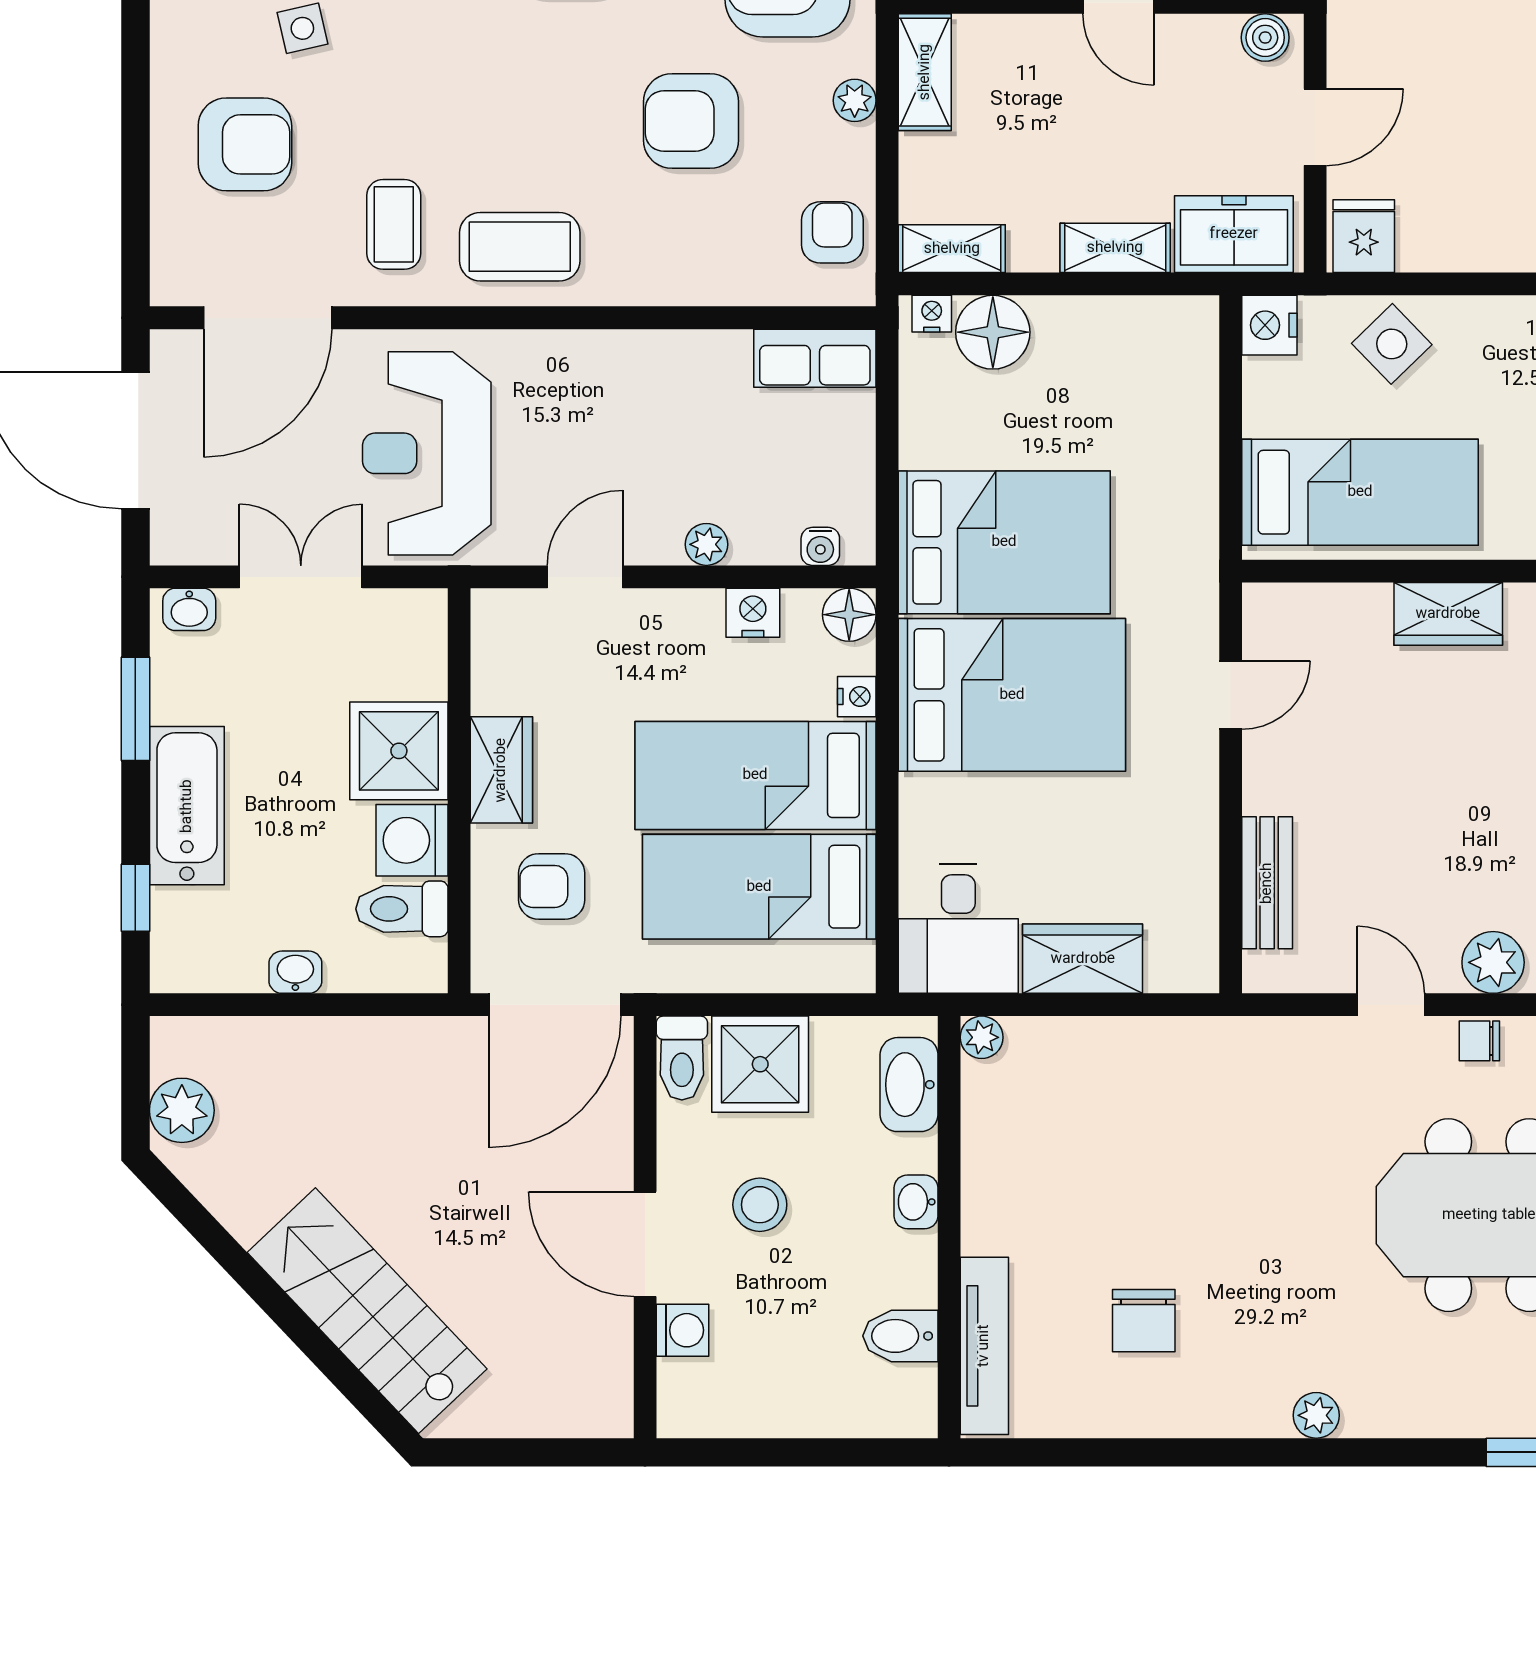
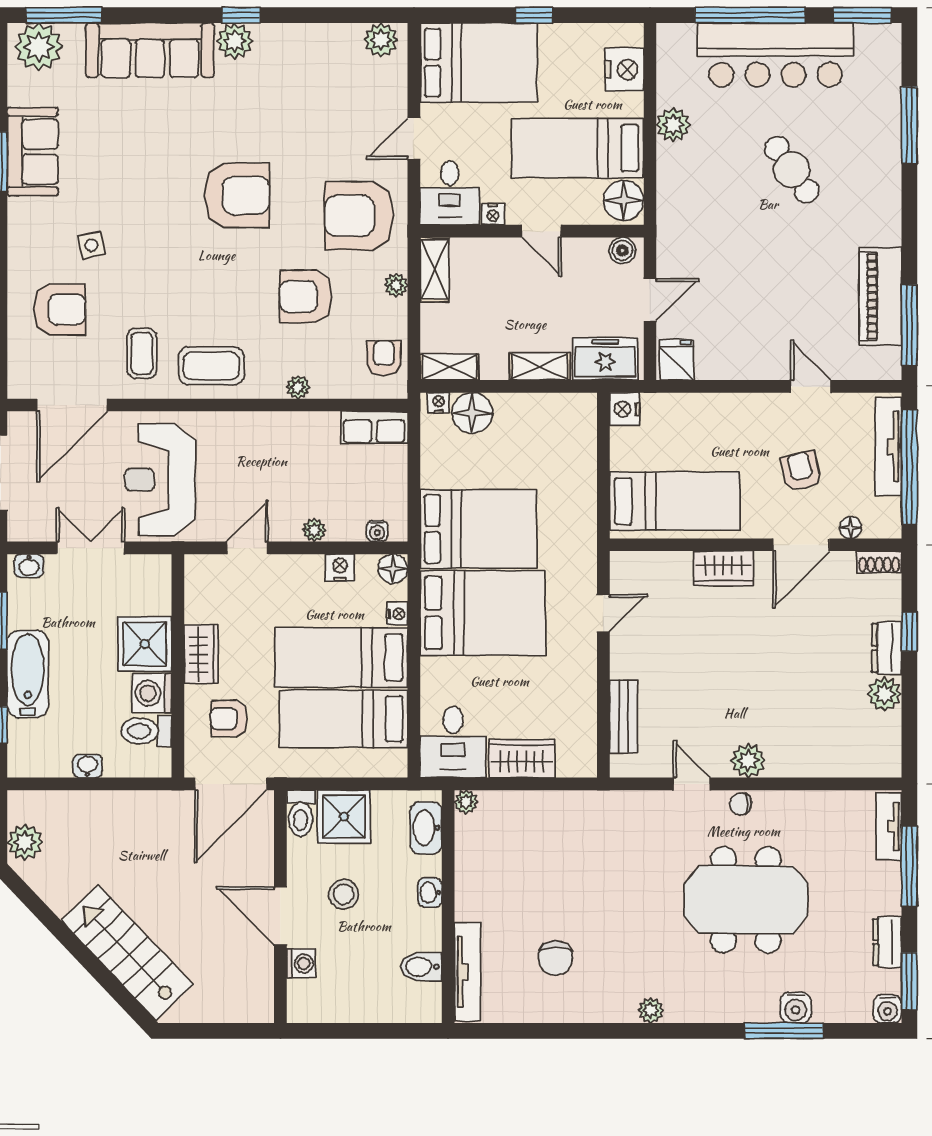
plant: (677, 285) -> (298, 387), added
side table: (1392, 344) -> (692, 419), removed

